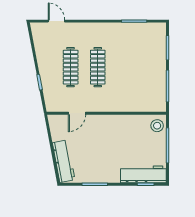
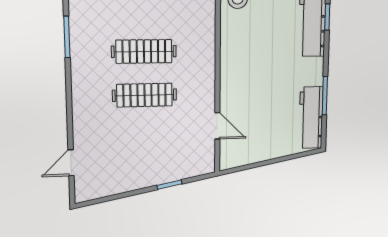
clothes rail: (71, 67) -> (144, 51), moved
workbench: (64, 161) -> (311, 118), moved, turned -79

